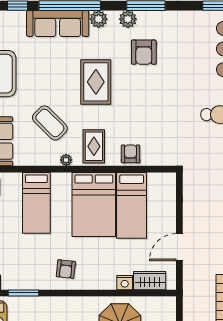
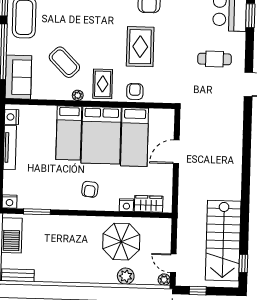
rug: (96, 82) -> (140, 47), moved
bed: (36, 203) -> (69, 133), moved
door: (179, 247) -> (176, 152), moved
armchair: (66, 269) -> (90, 189), moved

